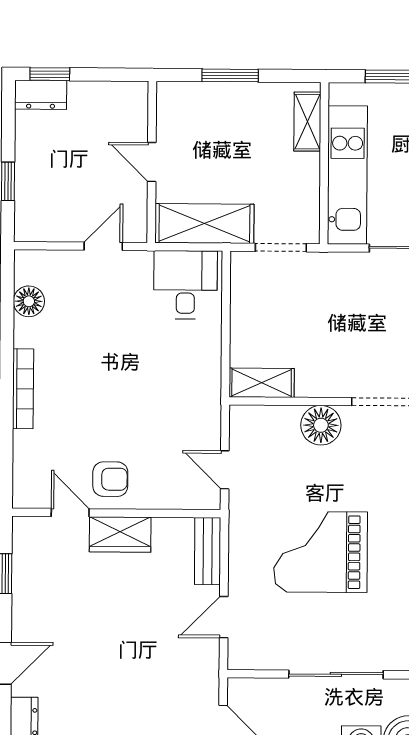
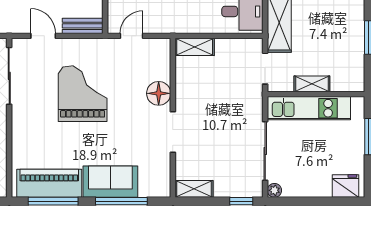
shelving: (307, 122) -> (312, 84), moved
shelving: (262, 383) -> (195, 47), moved, turned 90
sliding door: (336, 674) -> (9, 76), moved

